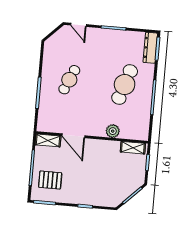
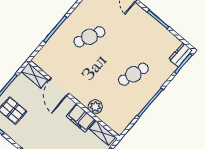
dresser: (150, 48) -> (181, 55), width x0.70
cafe table: (125, 85) -> (133, 74), width x0.73, depth x0.74
filing cabinet: (108, 148) -> (81, 118), added

